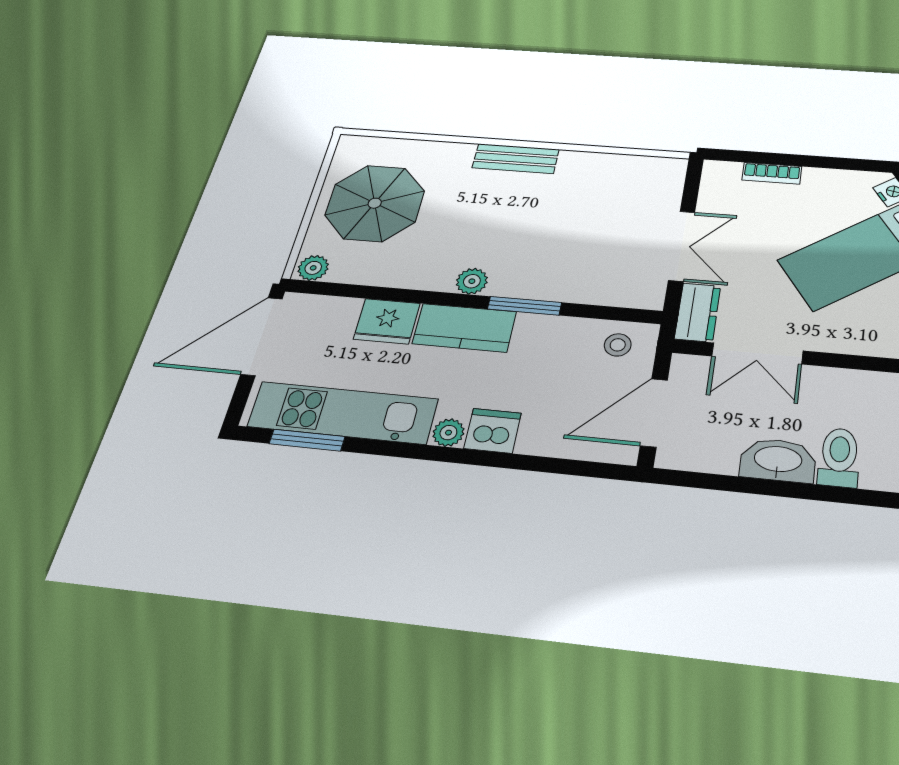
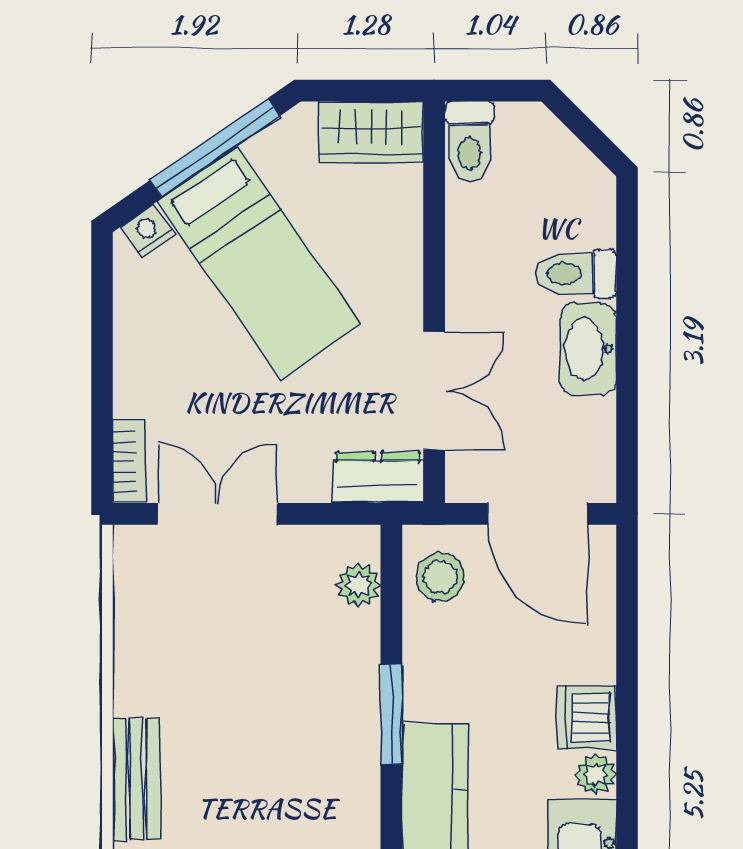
bookcase: (772, 173) -> (129, 462), moved
double door: (682, 246) -> (218, 514), moved
plant: (472, 281) -> (358, 585), moved
stool: (618, 345) -> (440, 577), width x1.37, depth x1.37

